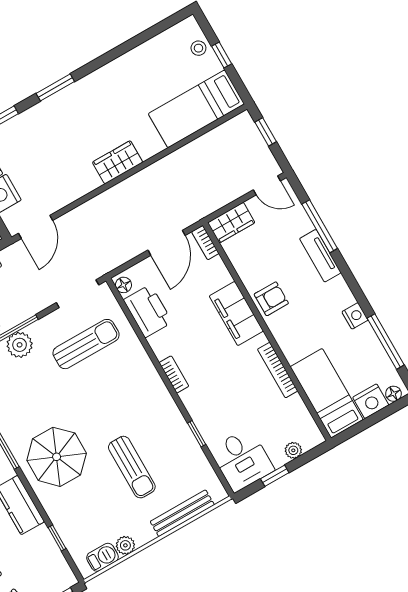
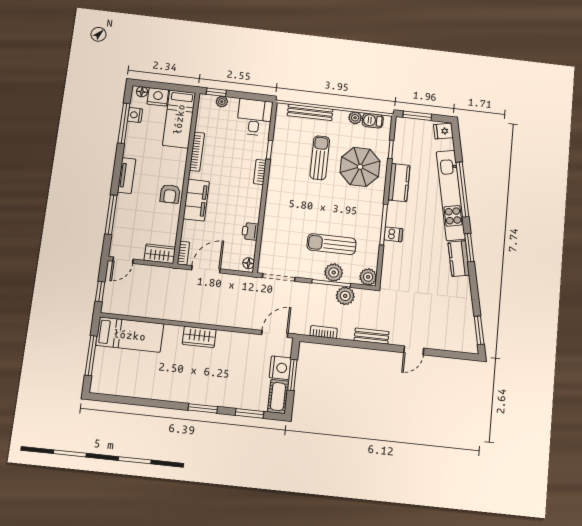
stool: (198, 48) -> (101, 370), removed
window: (222, 55) -> (91, 356), width x2.17
door: (267, 185) -> (123, 260), swing flipped
tv unit: (320, 256) -> (127, 176), moved
armchair: (271, 299) -> (170, 194), turned -90
printer: (148, 311) -> (250, 231), width x0.53, depth x0.68
nightstand: (355, 316) -> (135, 115), moved
sun lounger: (86, 344) -> (332, 244), moved
bookcase: (174, 374) -> (260, 172), moved
parasol: (57, 457) -> (360, 167), moved
window: (275, 476) -> (216, 92), moved

